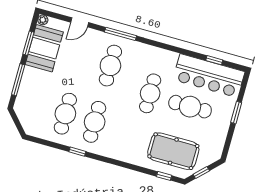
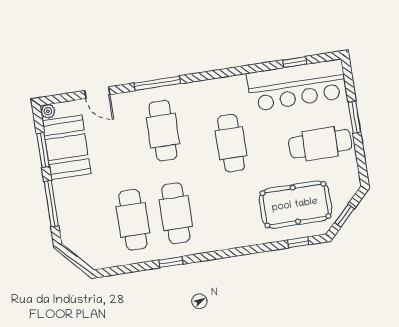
door: (80, 22) -> (97, 93), hinge flipped
cafe table: (190, 107) -> (320, 144), moved

